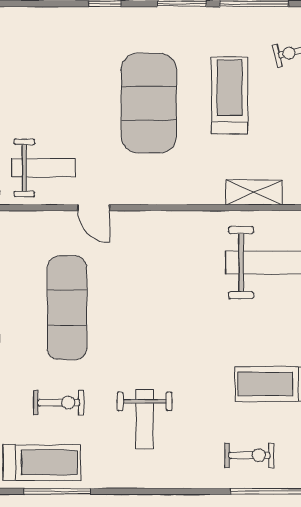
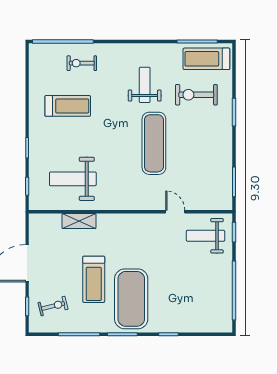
exercise mat: (149, 103) -> (131, 299), moved
exercise mat: (67, 308) -> (154, 143), moved
exercise bike: (59, 403) -> (196, 95), width x1.38, depth x1.39

